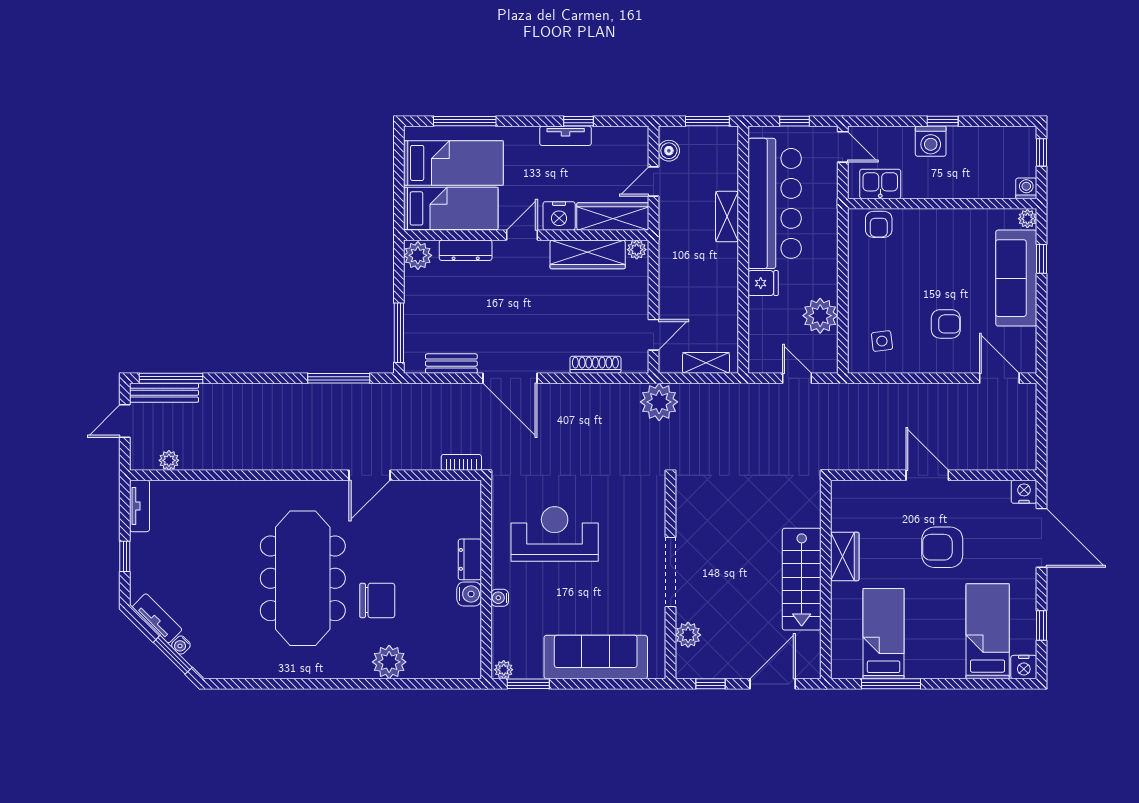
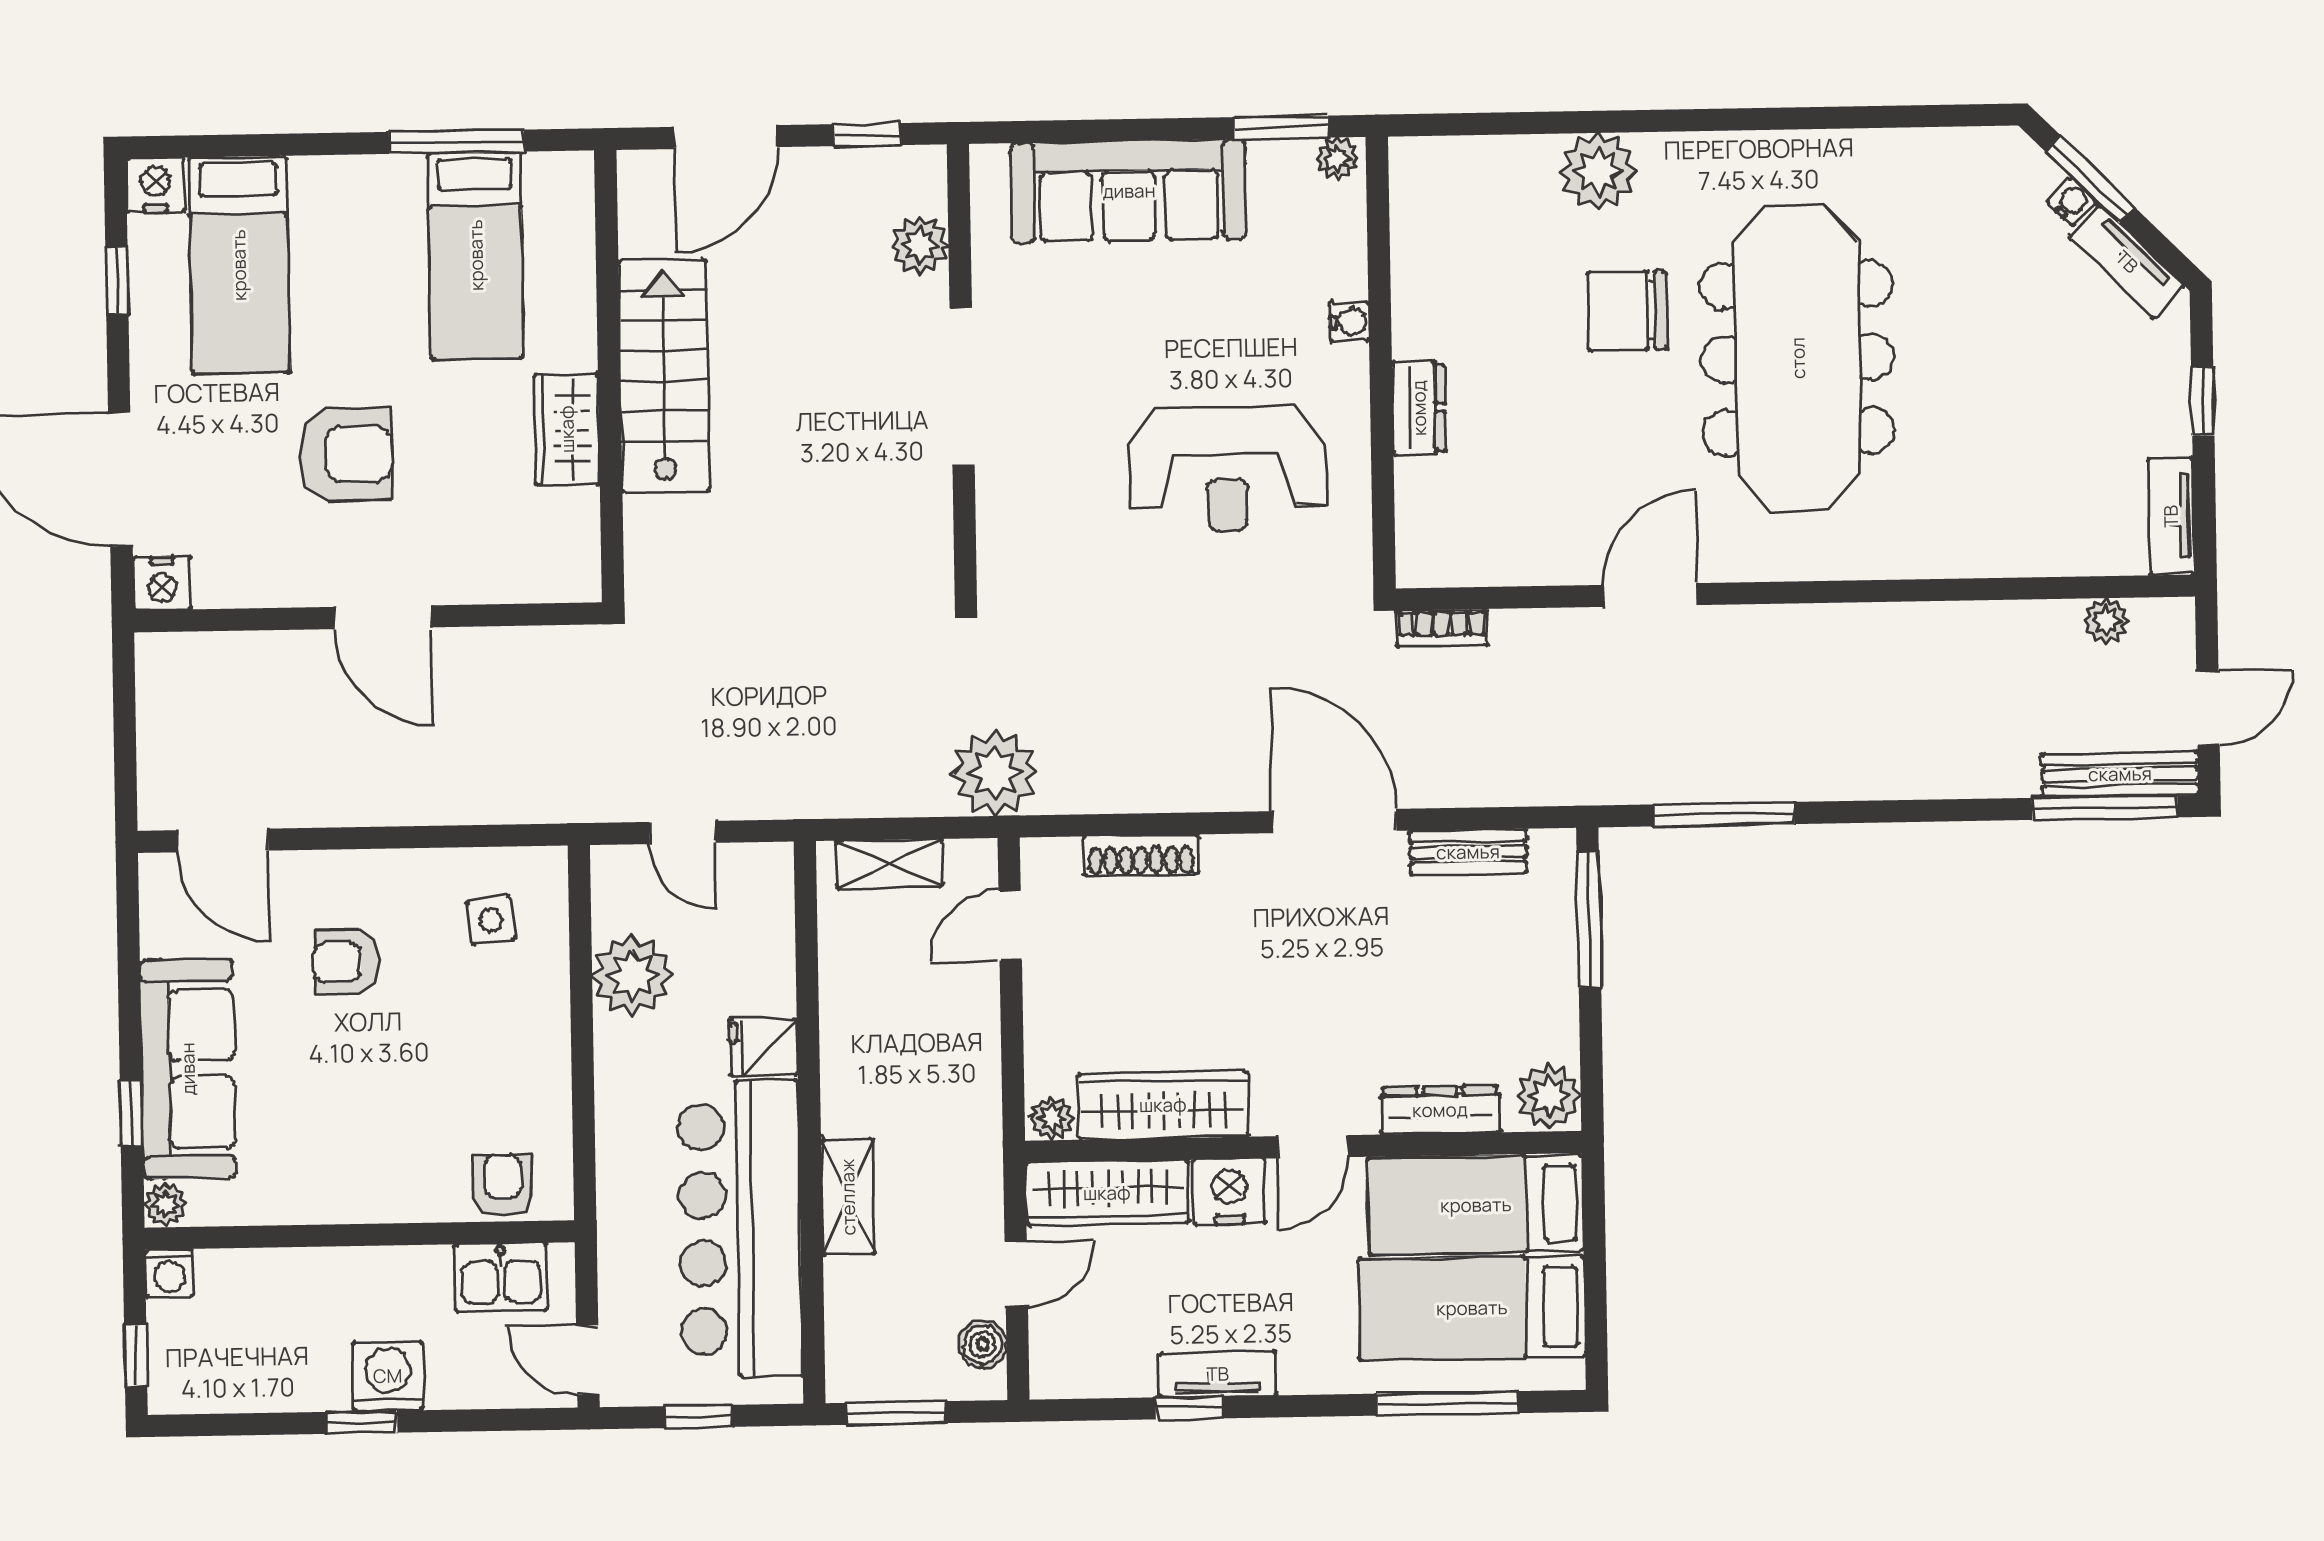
water cooler: (469, 594) -> (1419, 329), removed

